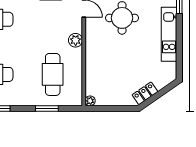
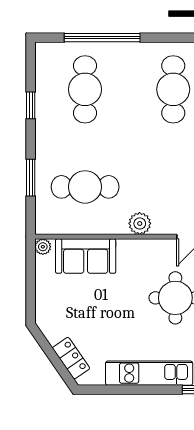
sofa: (96, 74) -> (86, 256), added
locker: (145, 93) -> (71, 358), moved

